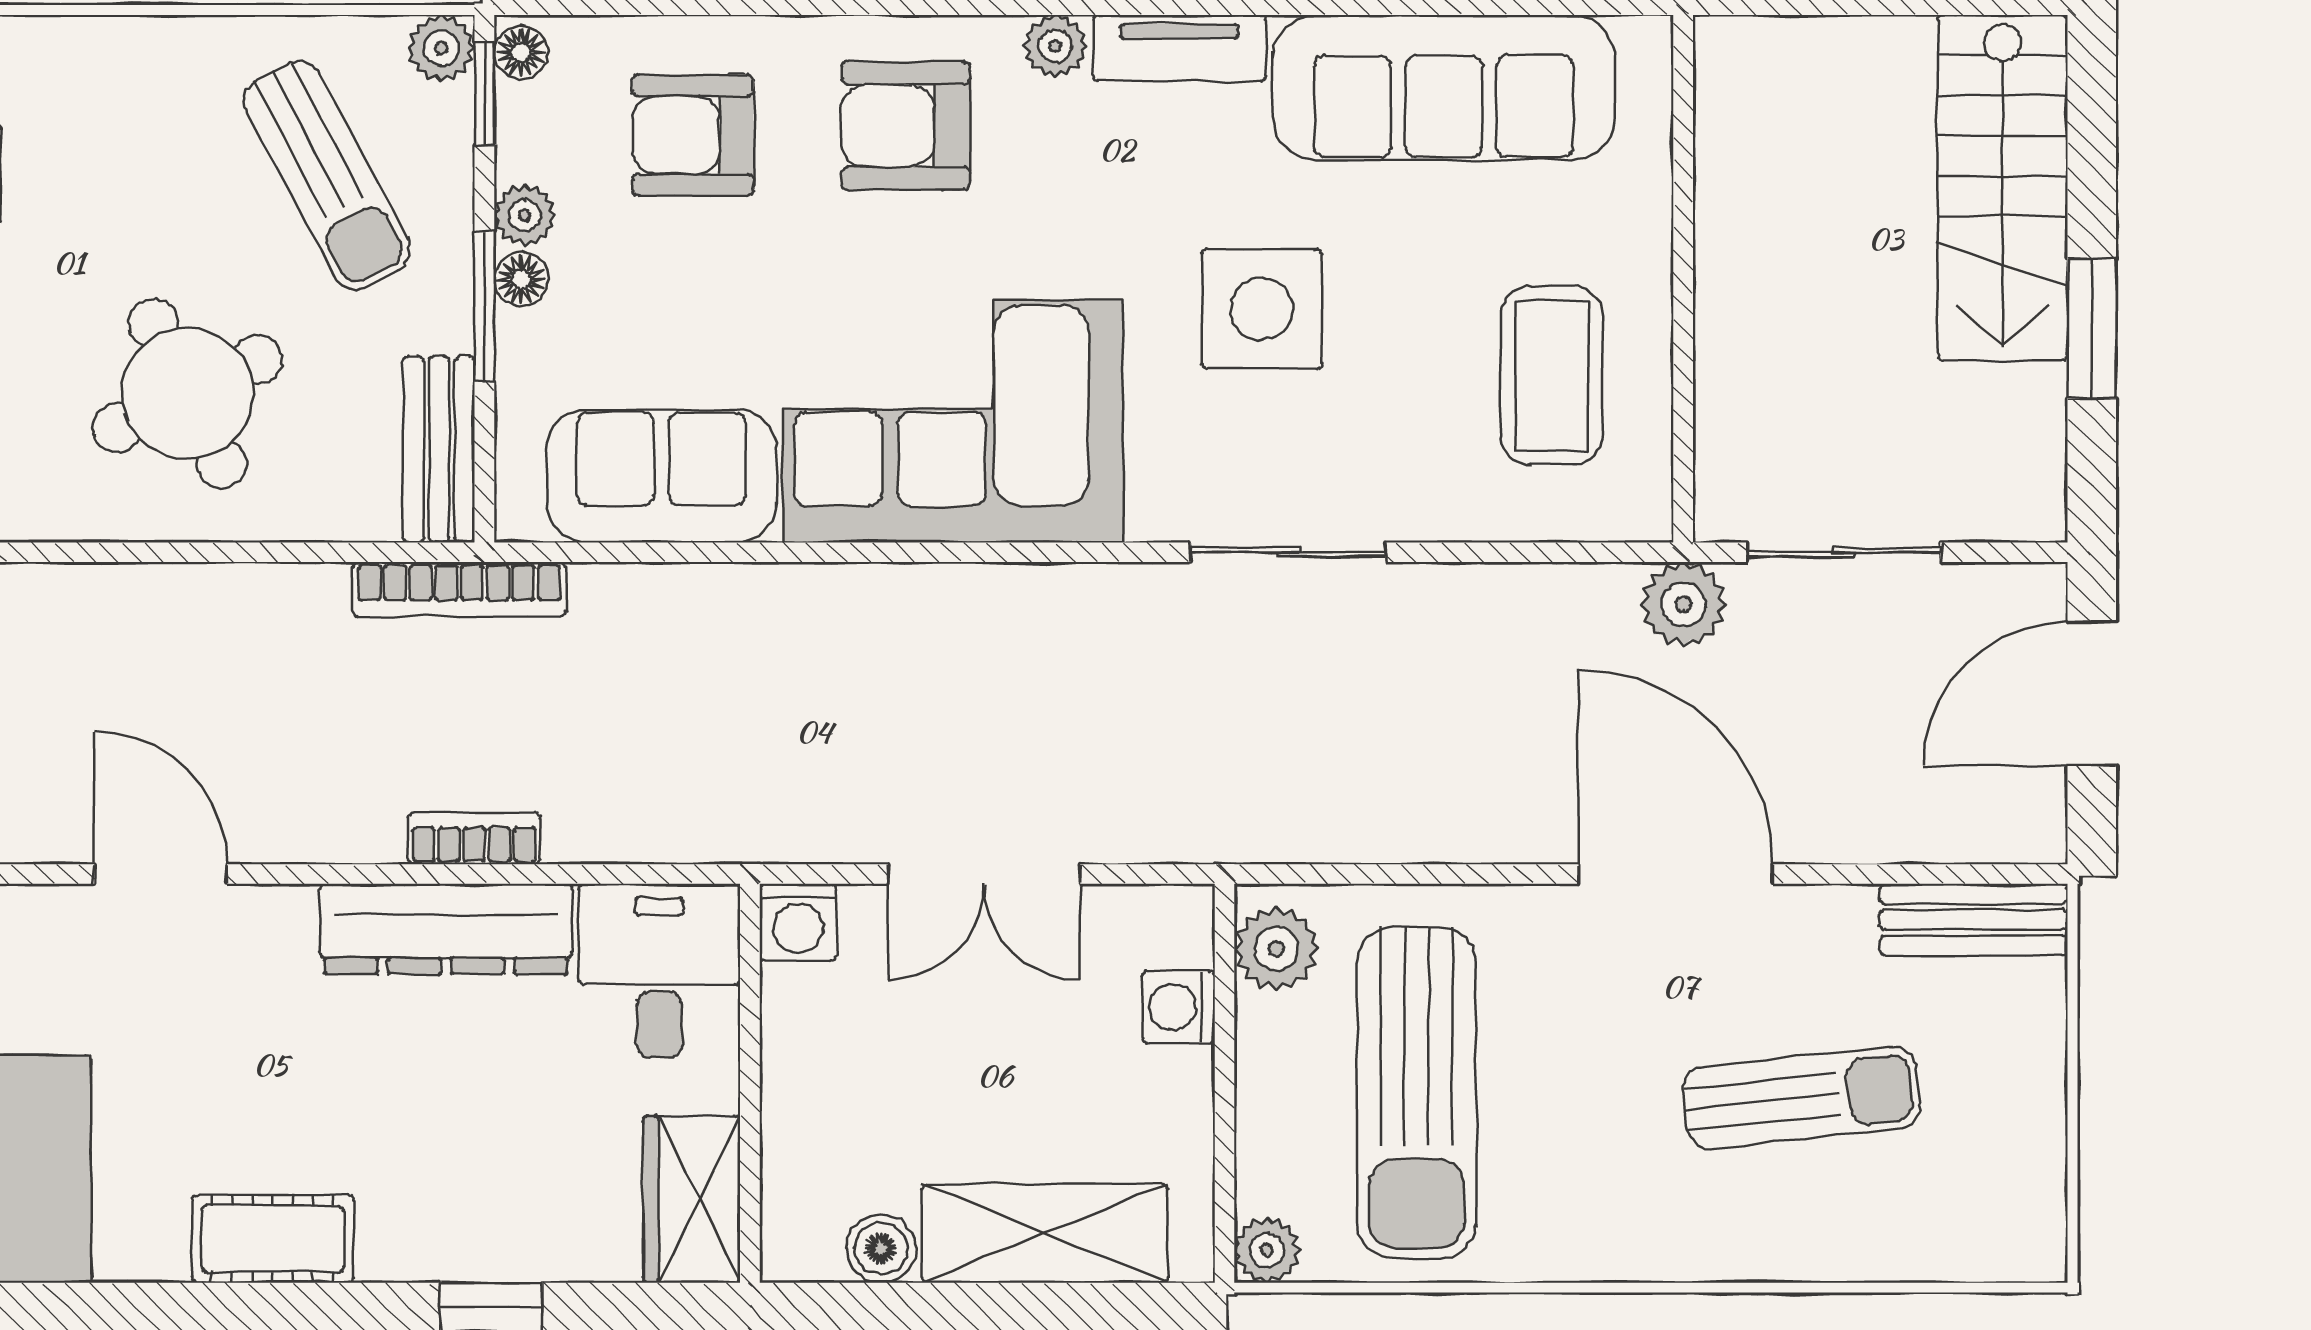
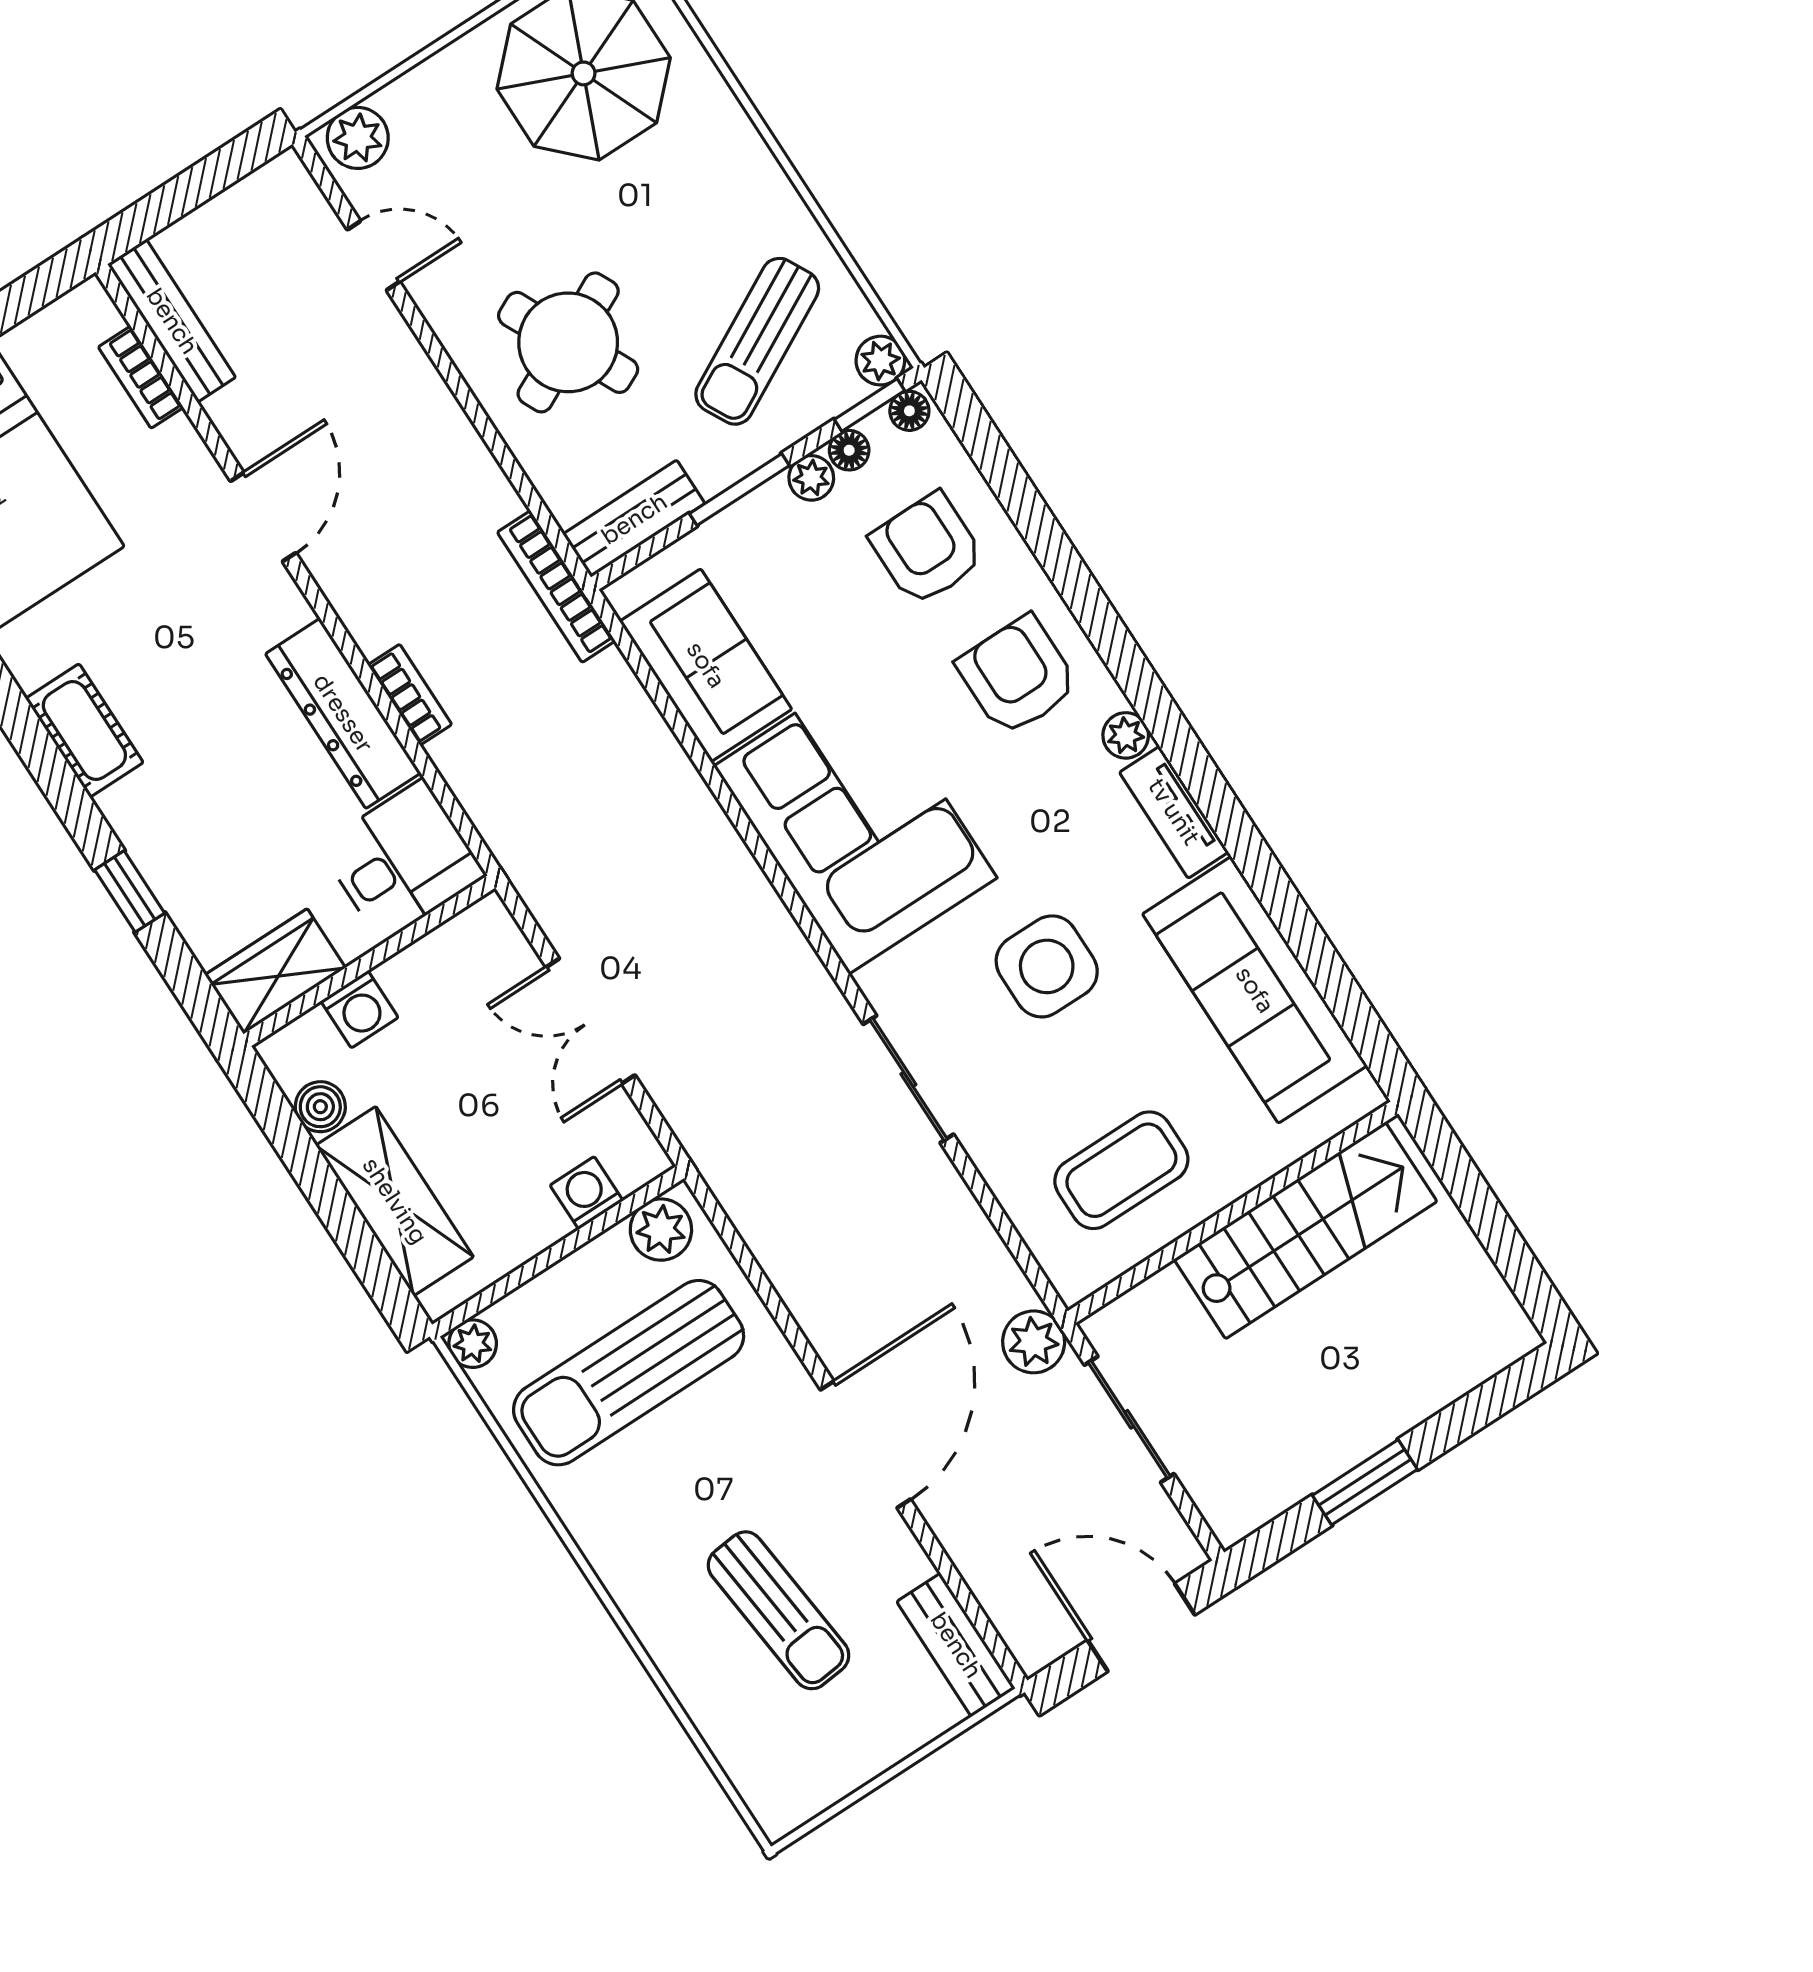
stairs: (2003, 188) -> (1305, 1230), moved, turned 180
floor lamp: (521, 279) -> (849, 450), moved
washing machine: (798, 922) -> (359, 1009), moved, turned -90

